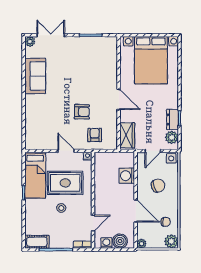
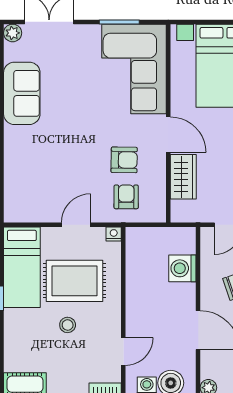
corner sofa: (99, 62) -> (134, 69), added
armchair: (82, 112) -> (124, 160), moved
wardrobe: (127, 135) -> (183, 177), moved
door: (66, 151) -> (76, 225), hinge flipped

